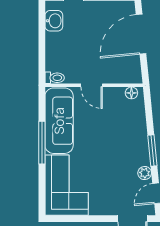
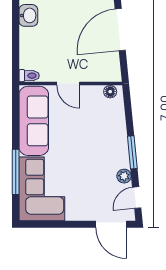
window: (42, 143) -> (16, 172), moved

